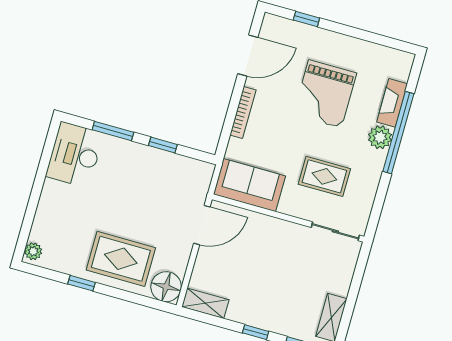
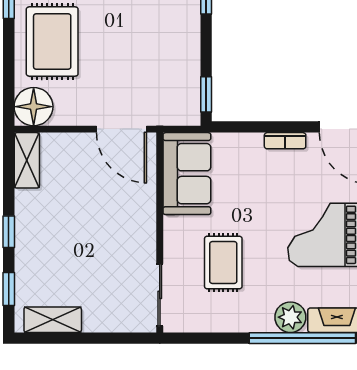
bookcase: (243, 113) -> (285, 141), width x0.64
window: (163, 145) -> (206, 94), moved

